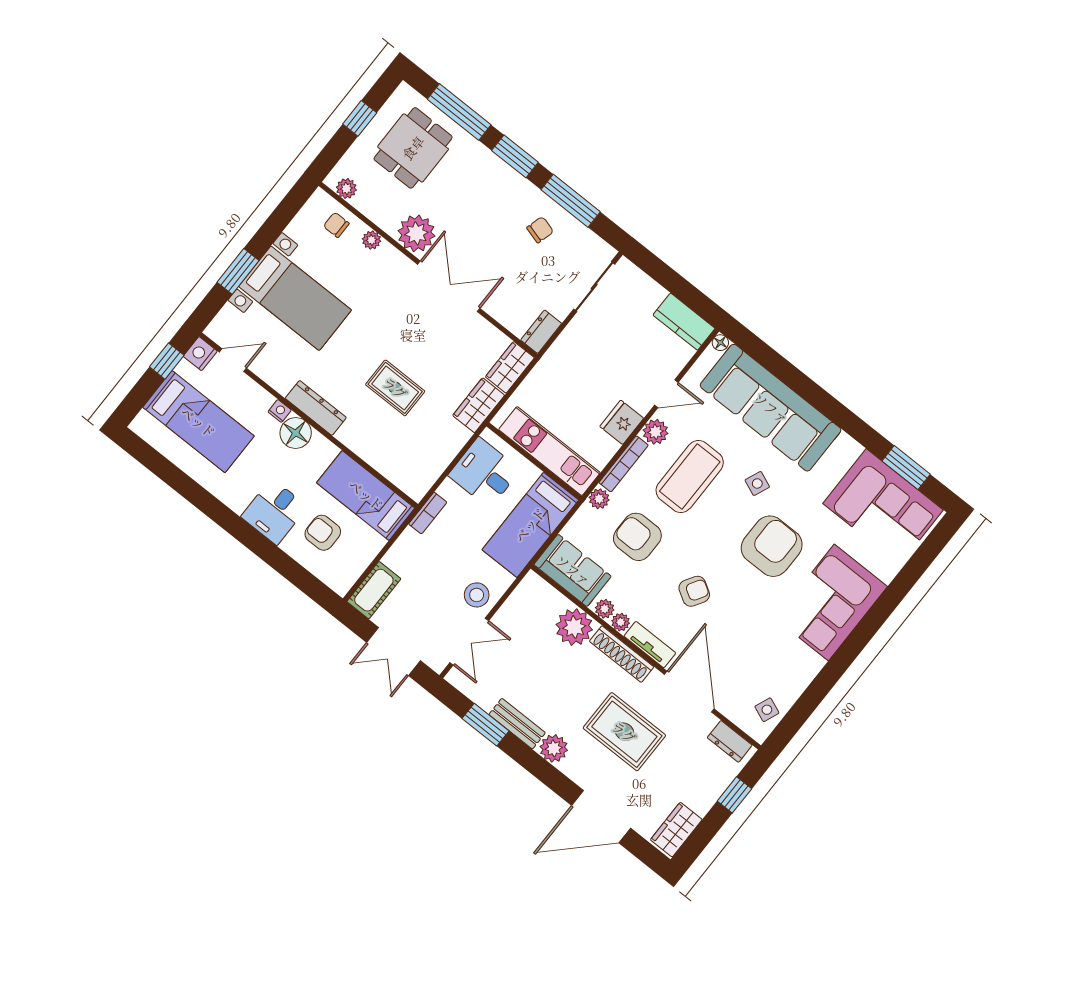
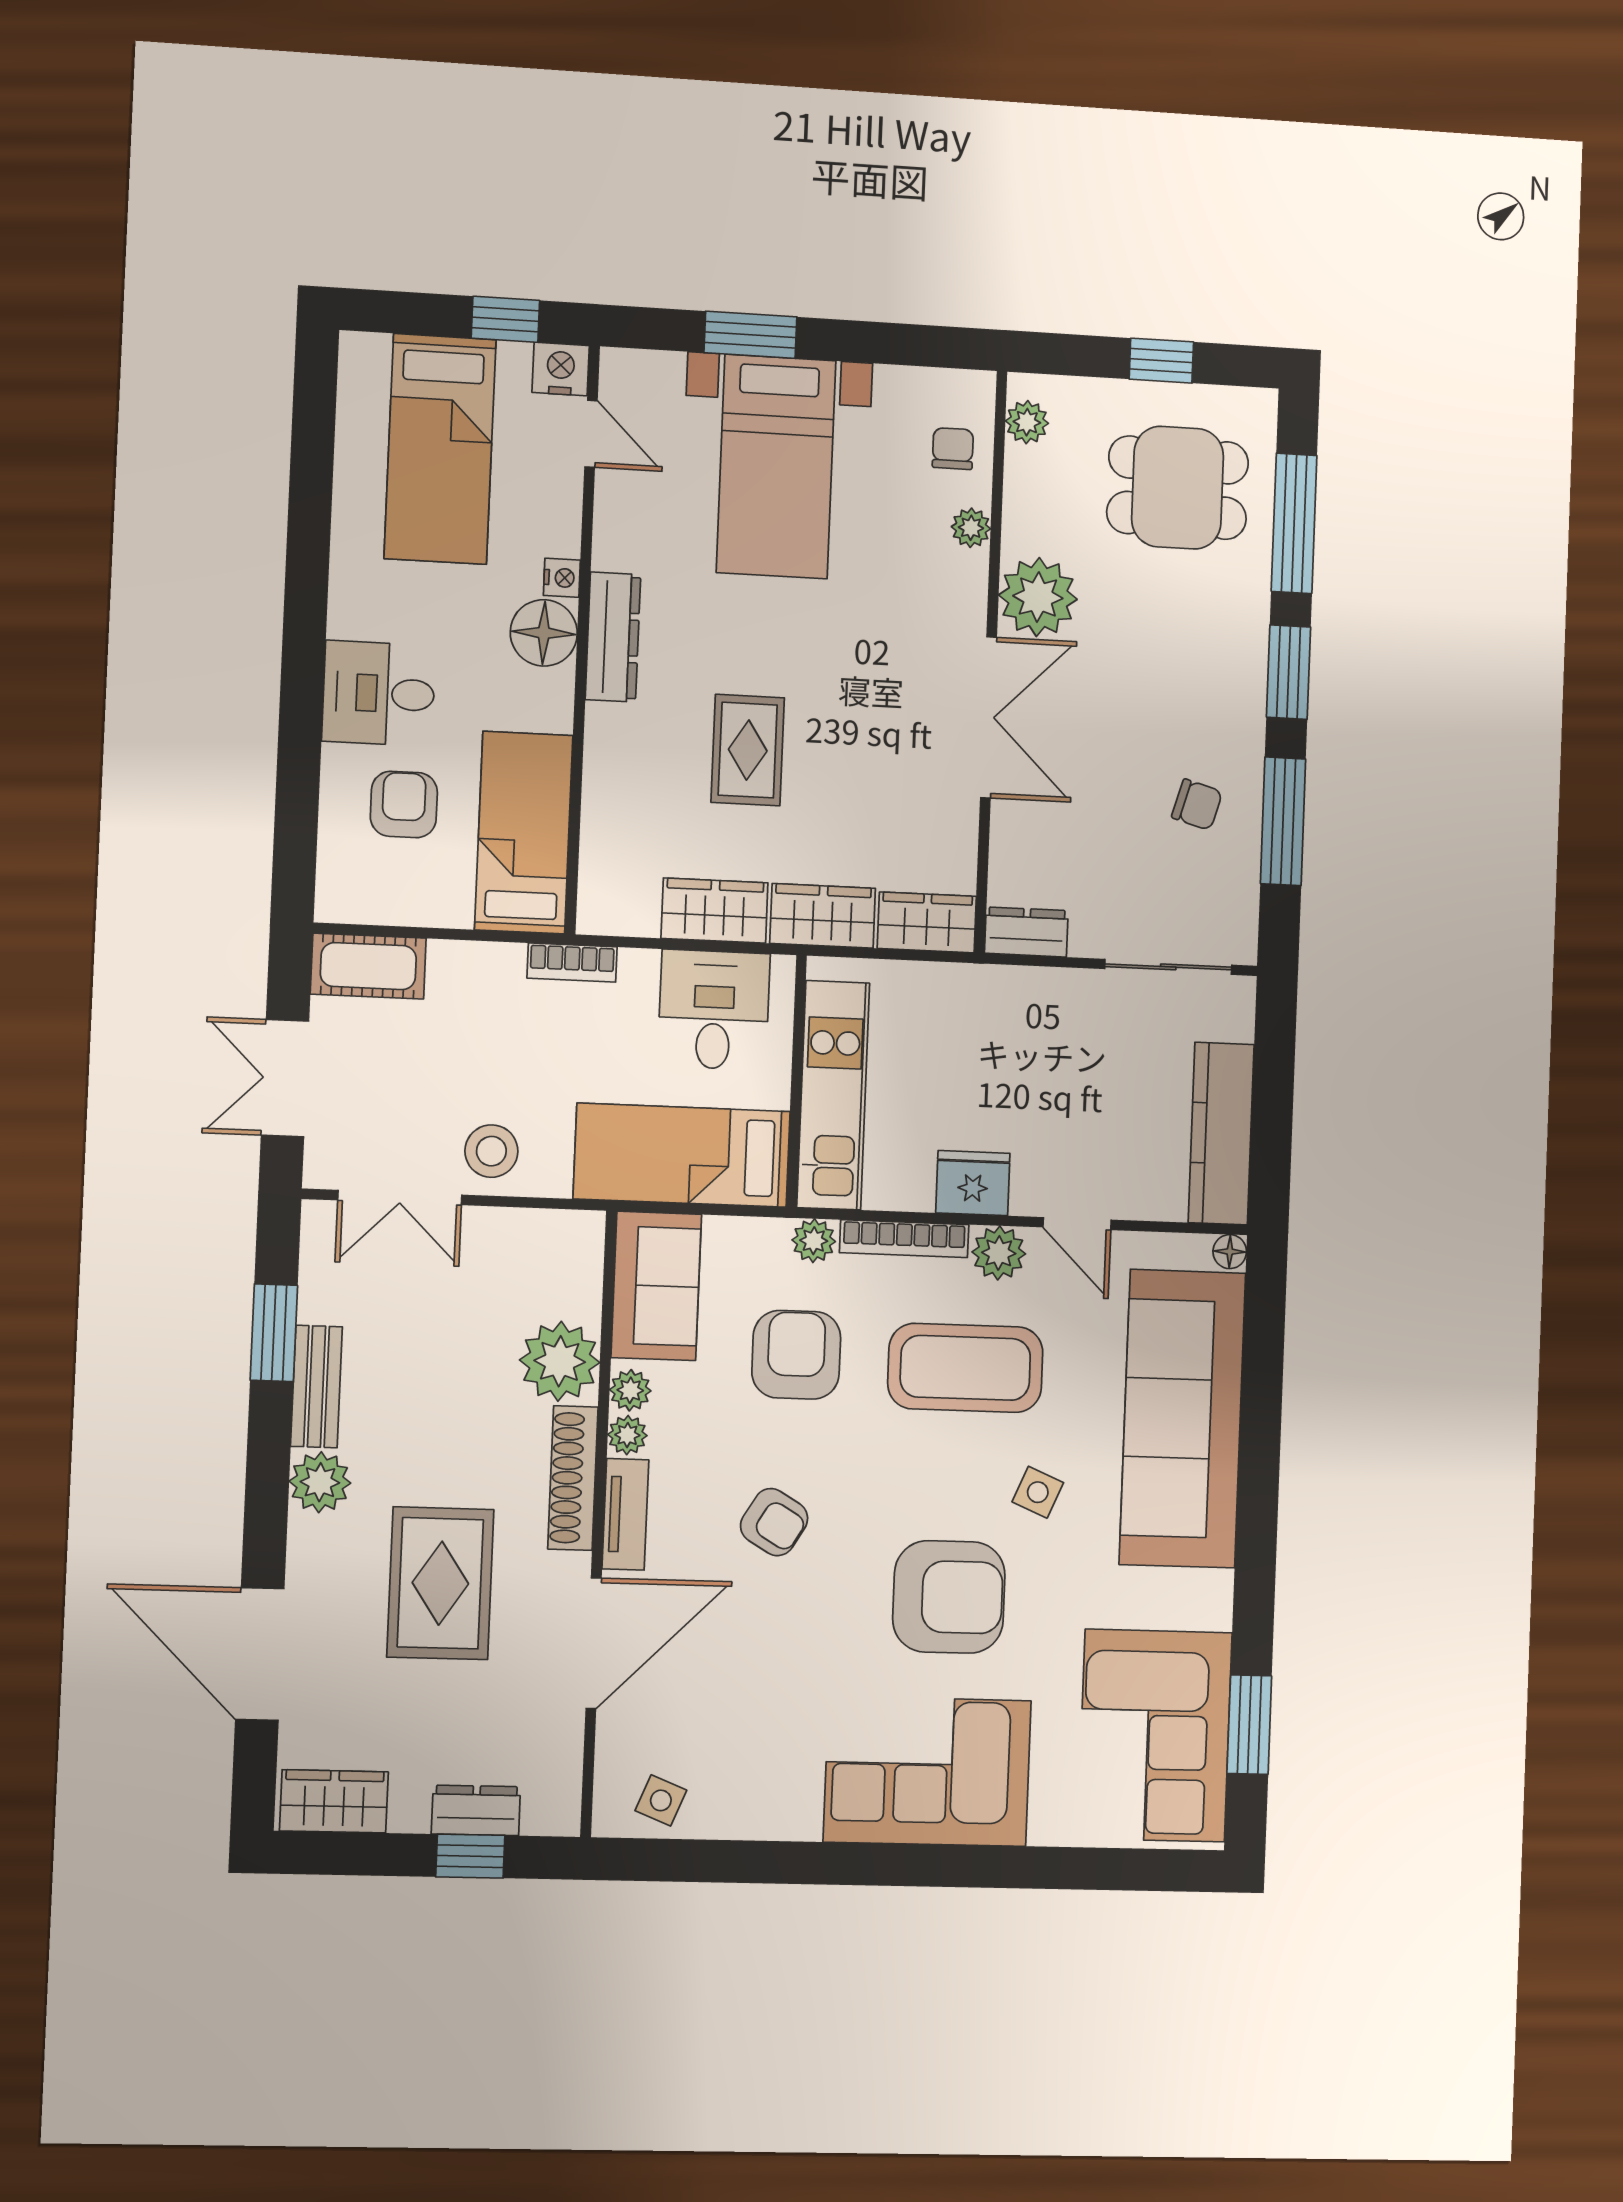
kitchen counter: (684, 322) -> (1221, 1133), width x1.50
wardrobe: (447, 445) -> (715, 911), added
dresser: (730, 741) -> (476, 1810), moved, turned 90

